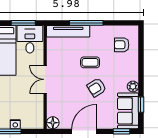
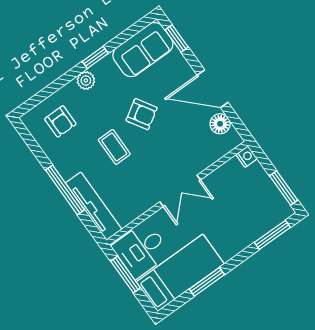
plant: (133, 86) -> (86, 80), moved
window: (141, 105) -> (95, 57), moved
floor lamp: (53, 123) -> (220, 124), moved
nightstand: (15, 124) -> (246, 157), moved

